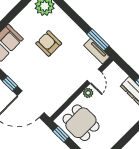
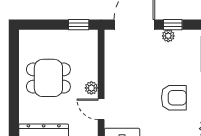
plant: (18, 80) -> (168, 36), added
dining table: (81, 123) -> (48, 78), moved

